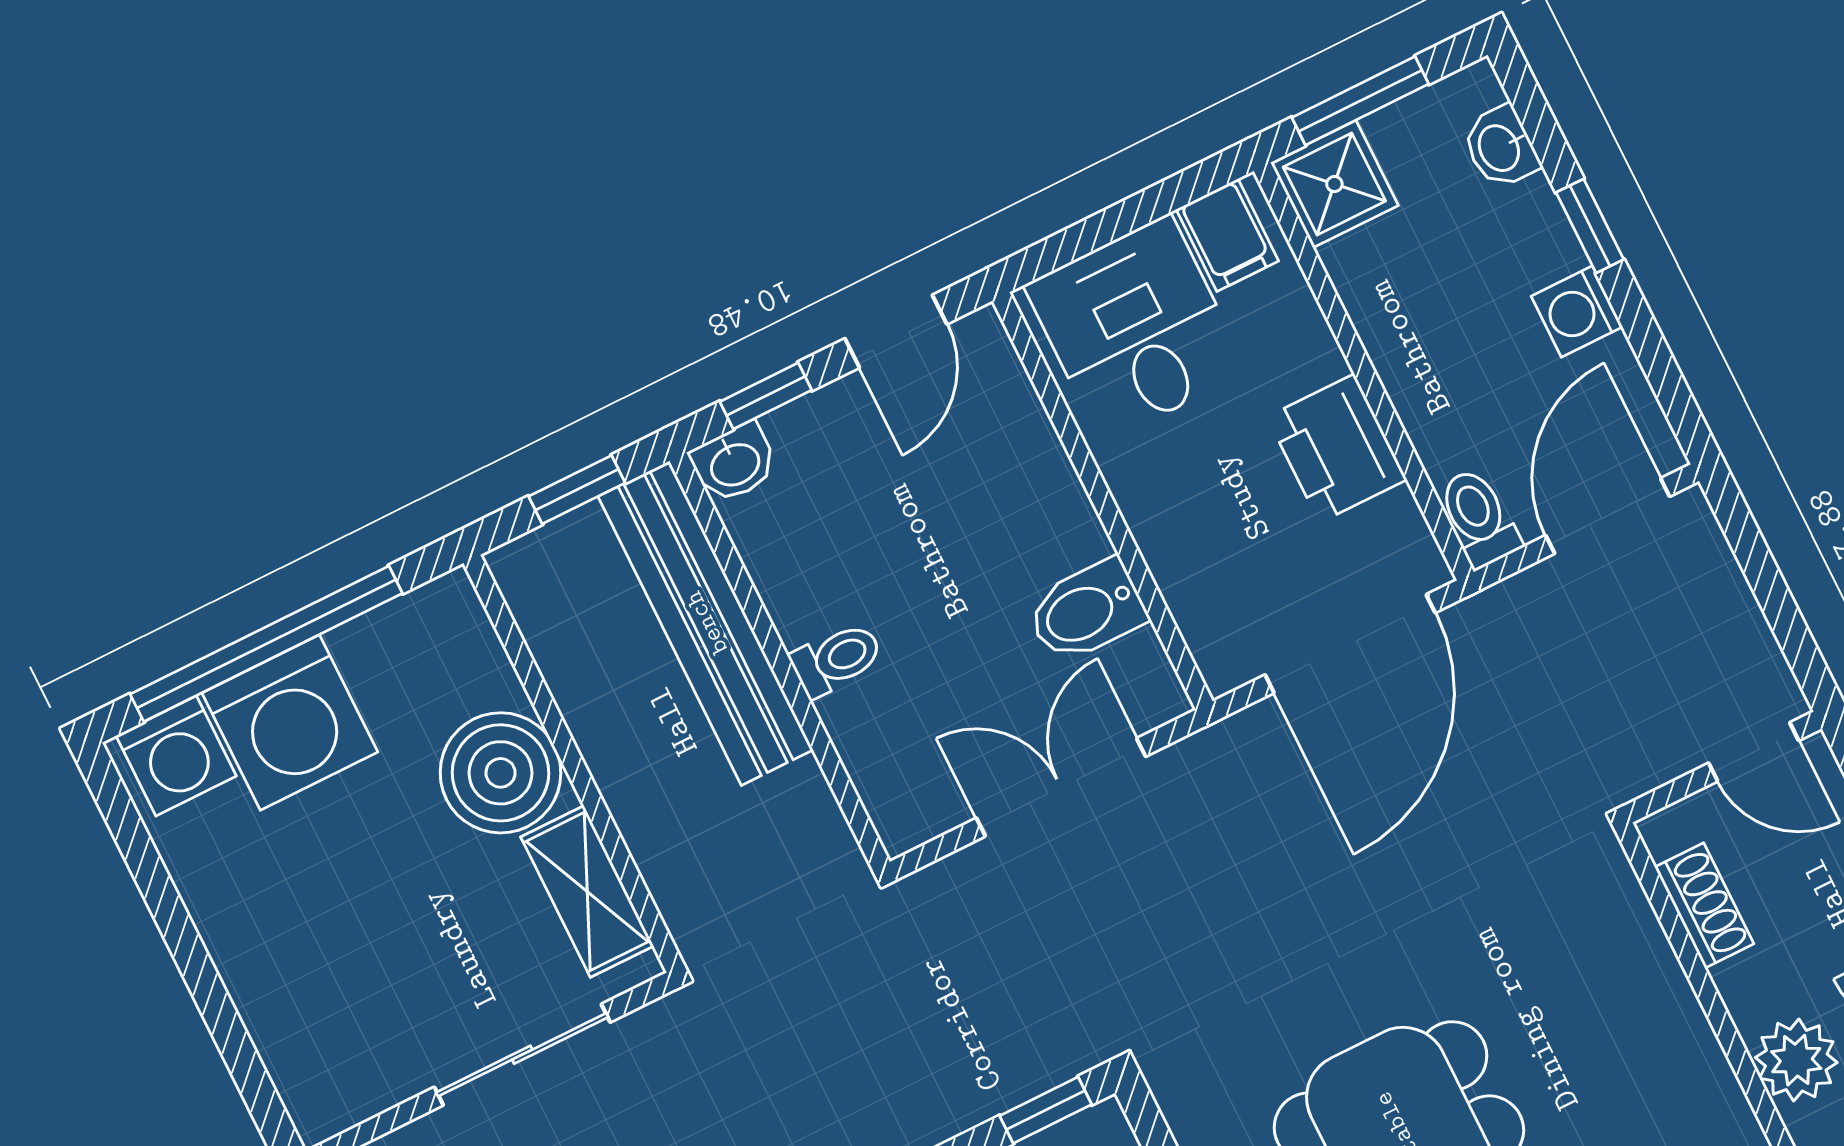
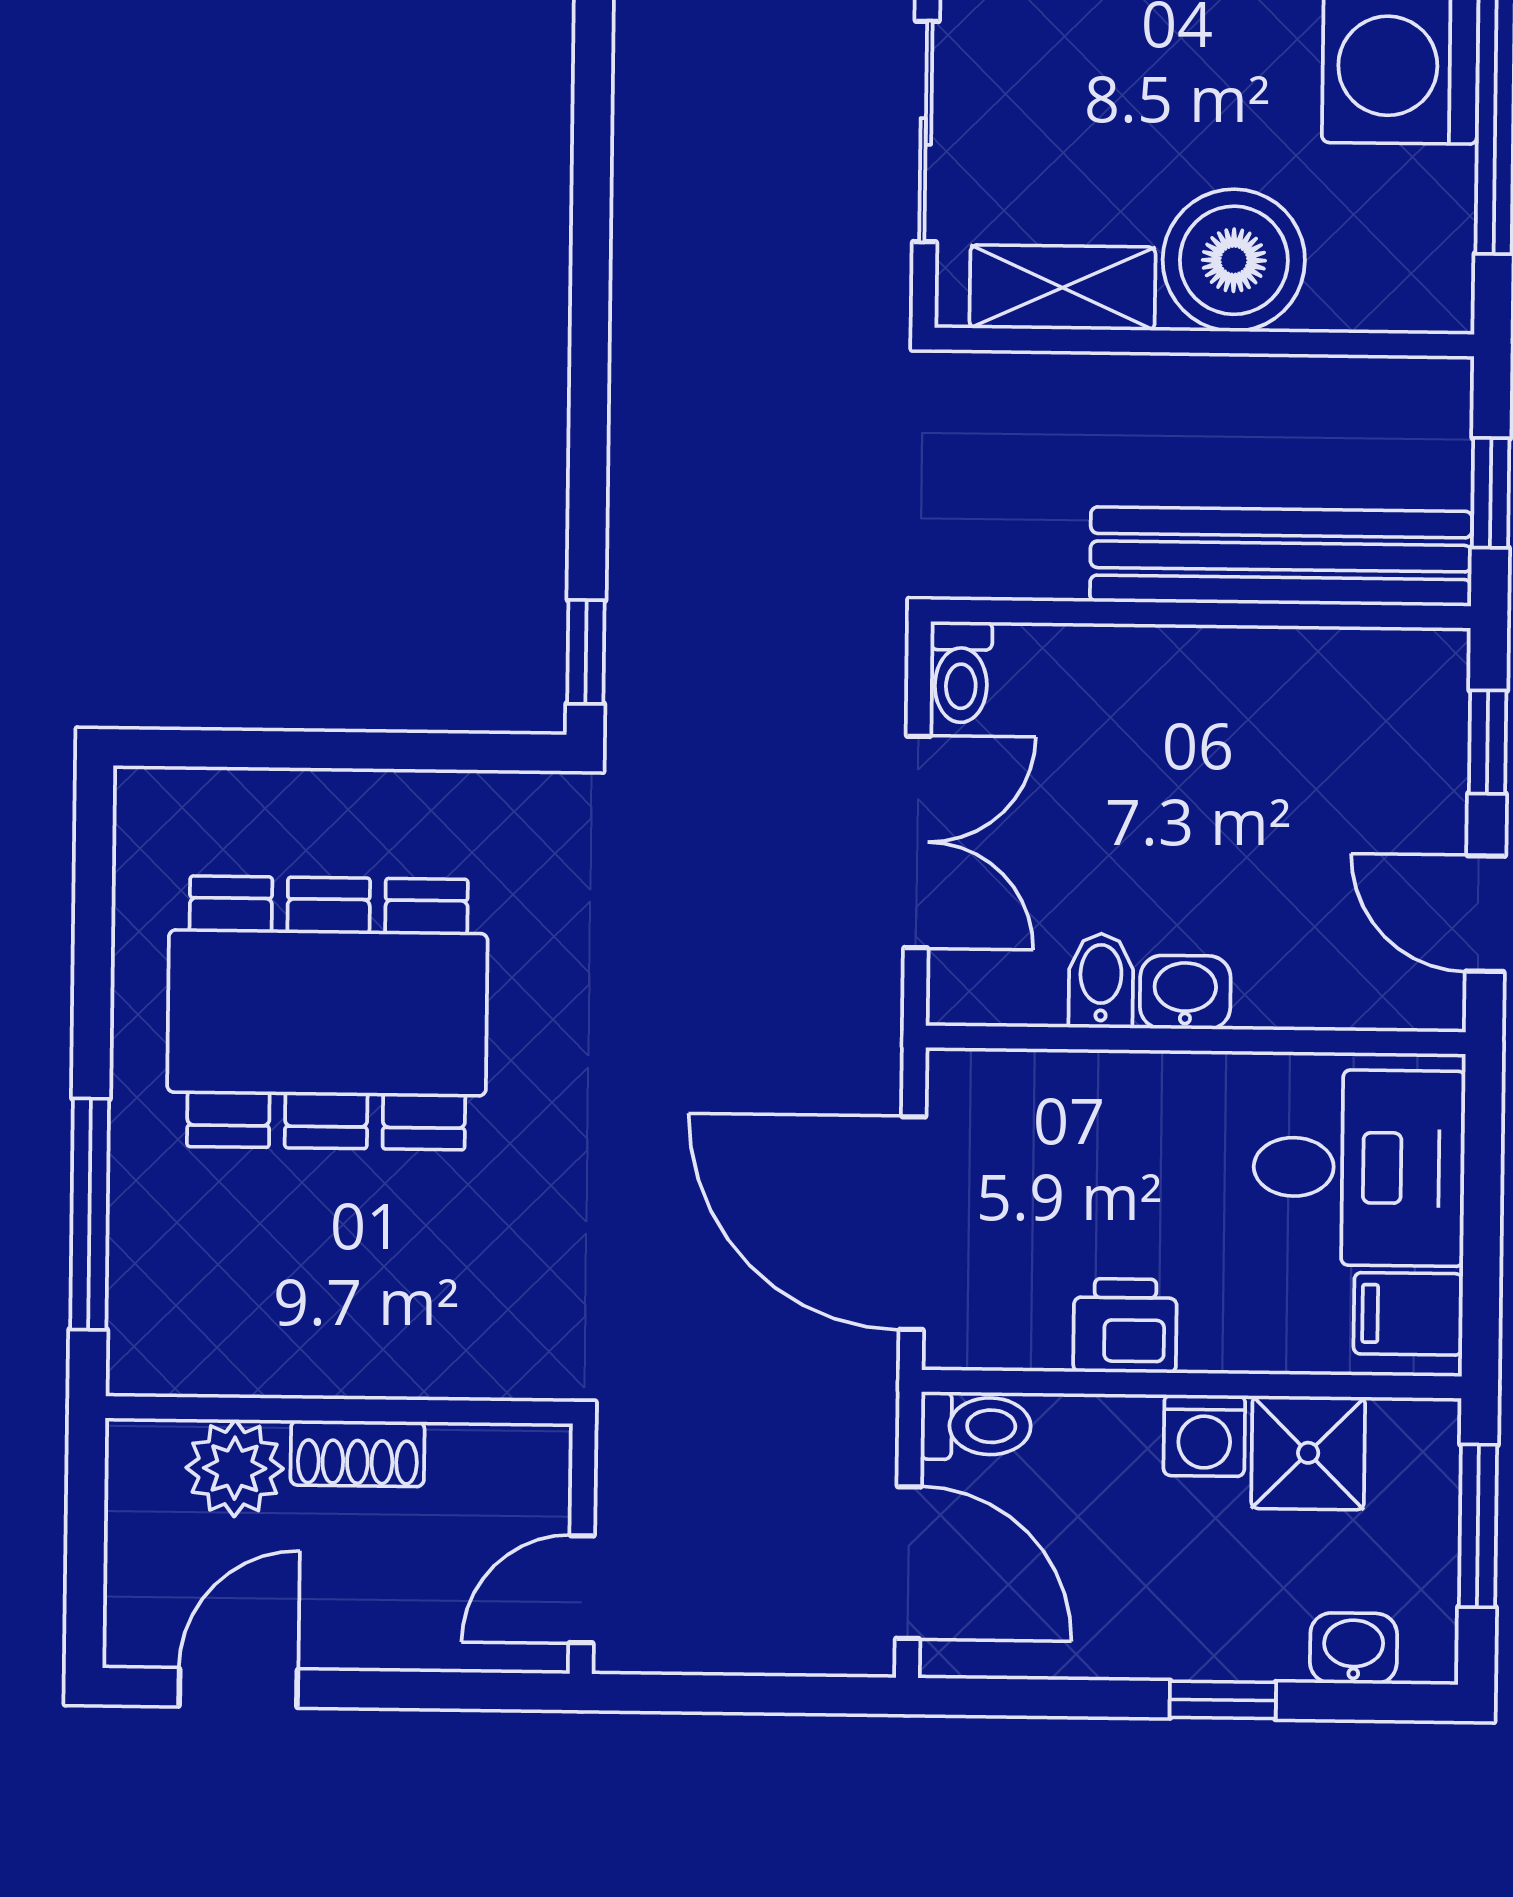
shower: (1334, 184) -> (1308, 1453), moved
washing machine: (1577, 312) -> (1204, 1436), moved, turned 180
printer: (1337, 448) -> (1125, 1326), width x0.73, depth x0.81
washbasin: (734, 463) -> (1185, 992), moved, turned 90
bidet: (1086, 611) -> (1101, 981), width x0.72, depth x0.74
toilet: (837, 659) -> (961, 672), moved
shoe rack: (1704, 905) -> (357, 1453), moved

